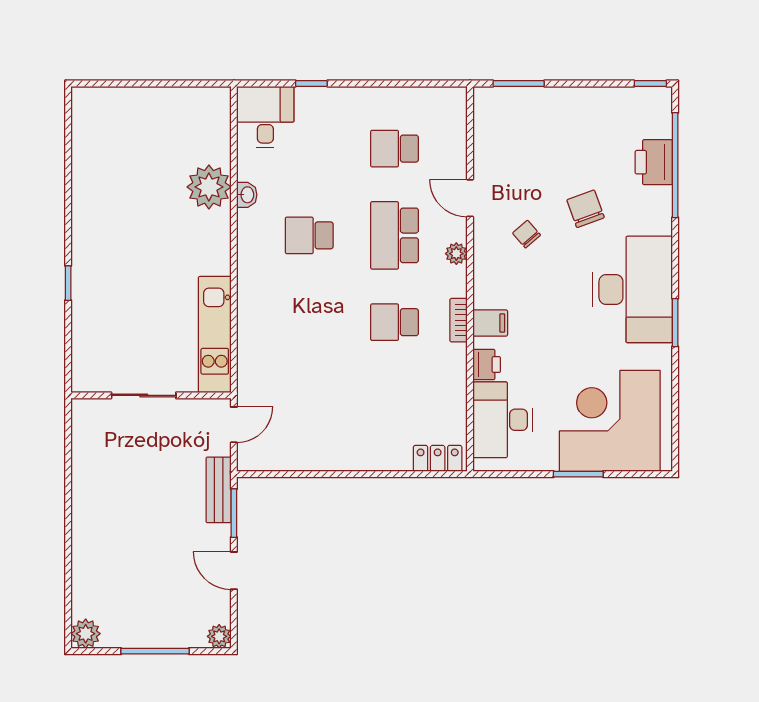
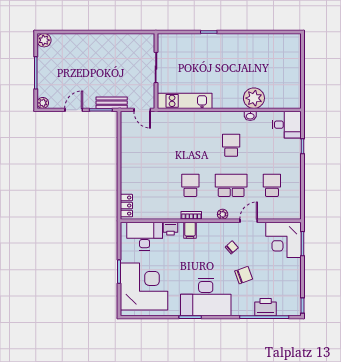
corner desk: (511, 124) -> (283, 240), added

